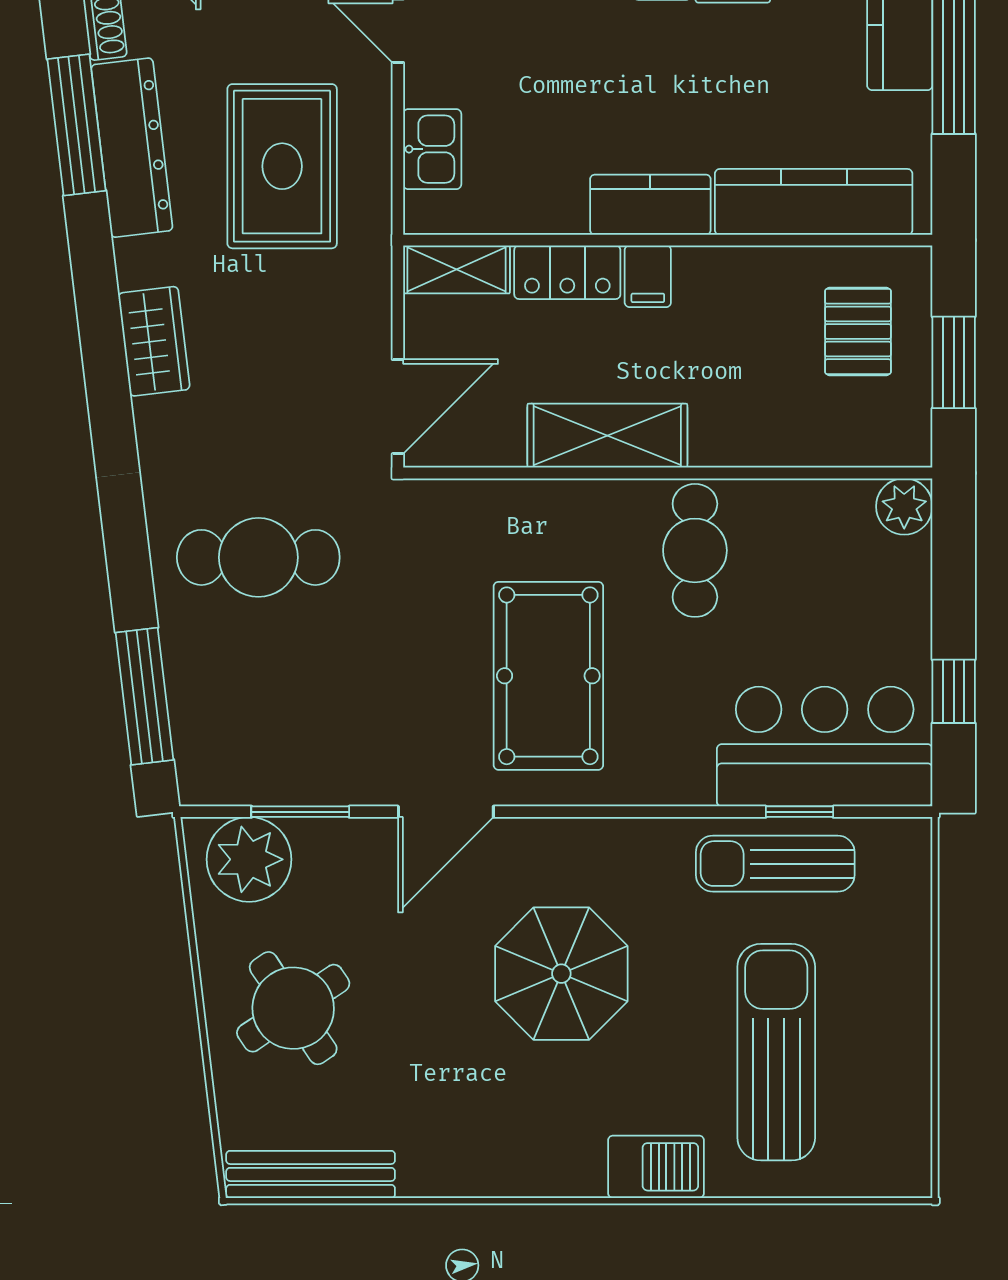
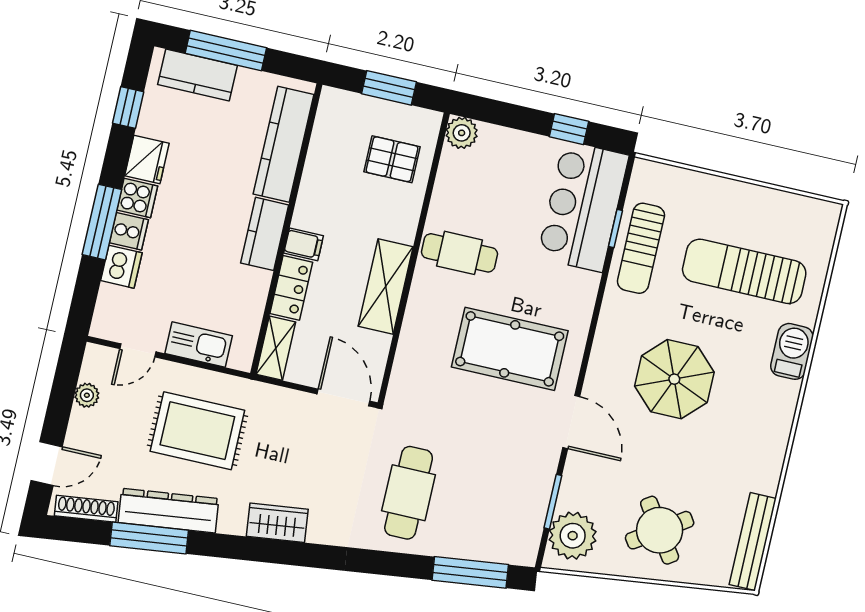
kitchen sink: (432, 149) -> (199, 345), width x1.38
pallet: (858, 331) -> (392, 159), moved

